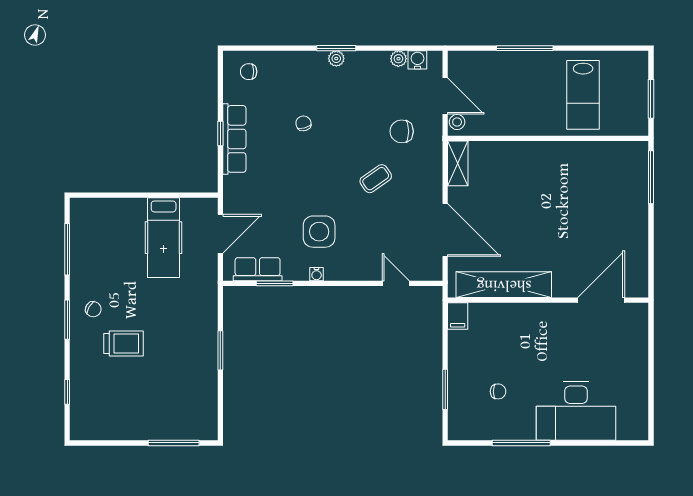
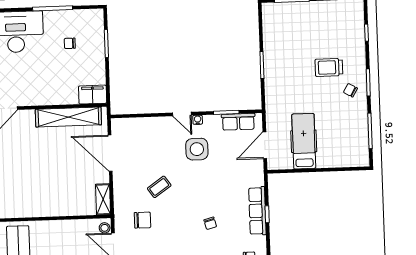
door: (396, 283) -> (182, 114), moved
filing cabinet: (458, 316) -> (93, 95), width x2.00

